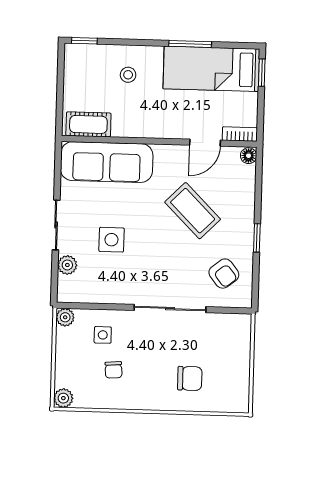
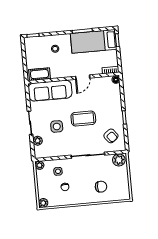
door: (205, 143) -> (83, 77), moved
coffee table: (193, 211) -> (83, 119), moved, turned -45
plant: (234, 326) -> (119, 160), added

